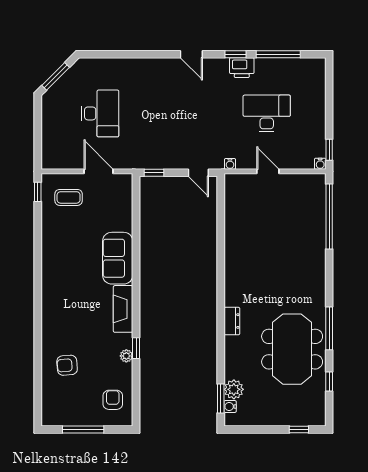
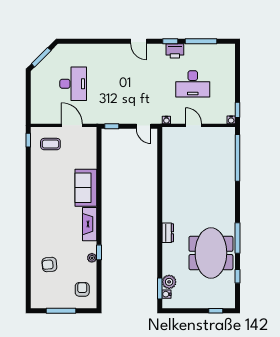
desk: (267, 113) -> (193, 84), turned 180

